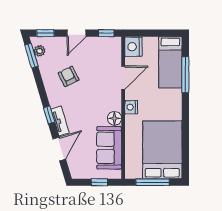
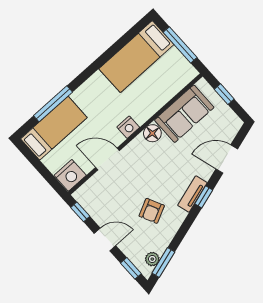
tv unit: (60, 121) -> (192, 194), moved
bed: (162, 150) -> (136, 57), width x0.67

